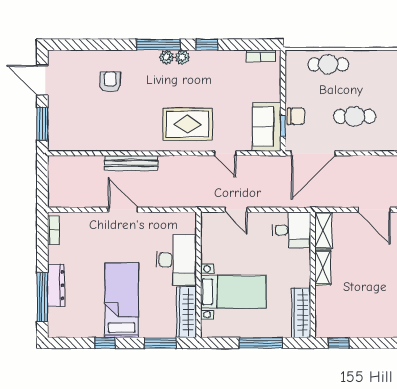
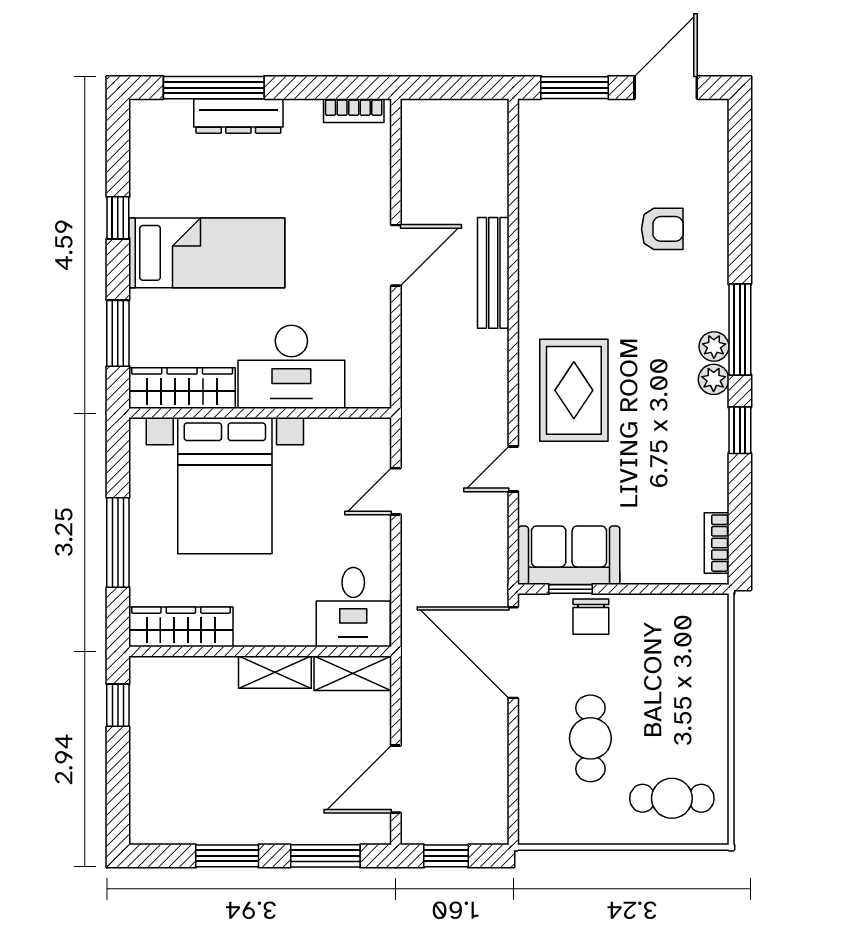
cafe table: (328, 64) -> (672, 798), moved, turned 90
bed with nightstands: (233, 292) -> (225, 486), width x1.36

